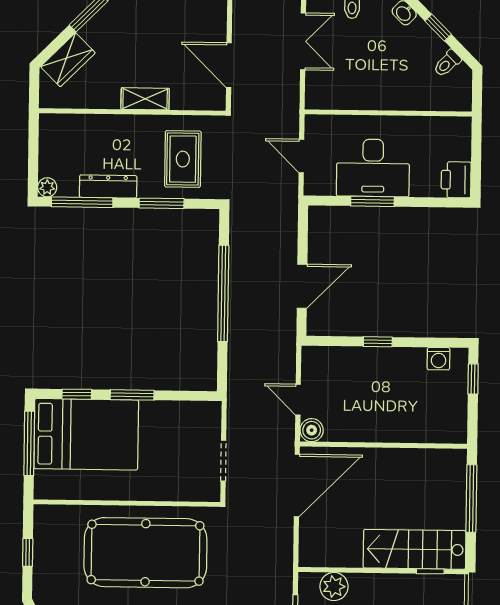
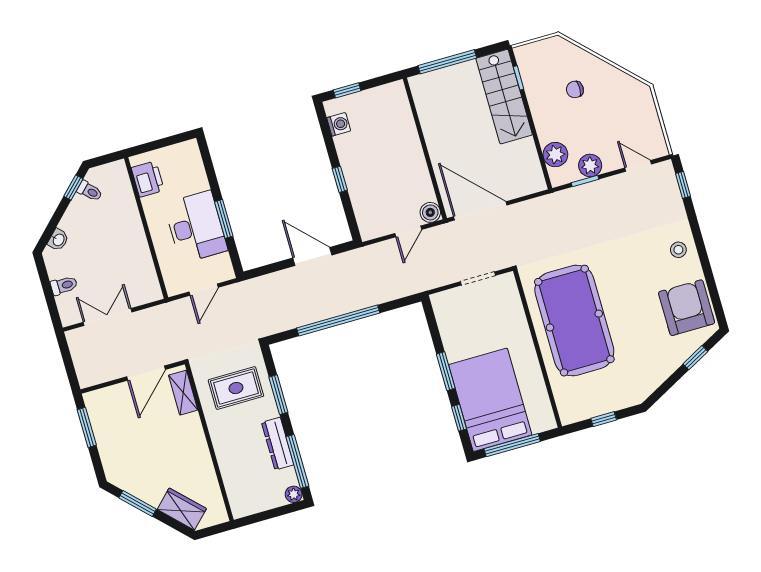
window: (438, 28) -> (73, 187), moved
shelving: (145, 99) -> (183, 393), moved
printer: (456, 180) -> (148, 179), moved, turned -90

